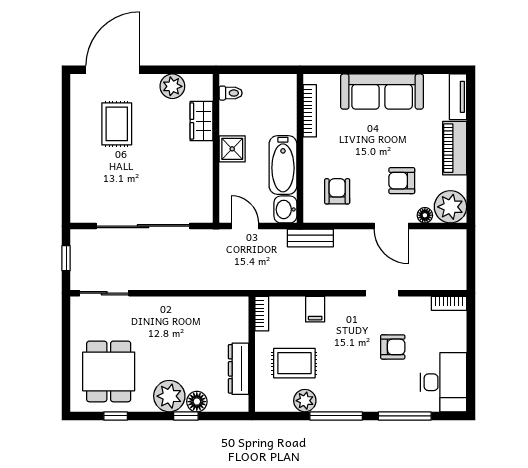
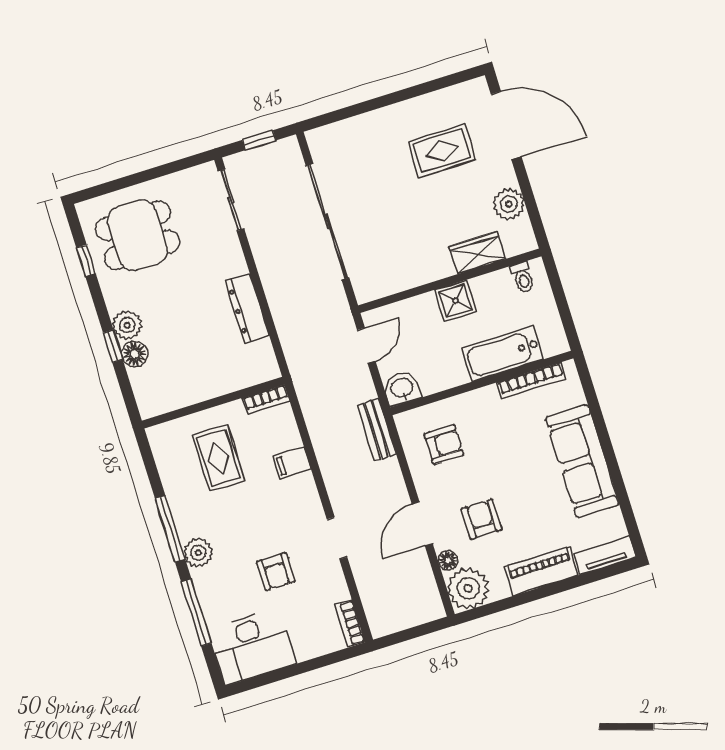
bathtub: (283, 165) -> (503, 354), moved
dresser: (239, 369) -> (247, 308), moved, turned -90
plant: (169, 396) -> (127, 325), width x0.73, depth x0.73
plant: (305, 401) -> (198, 553), moved

